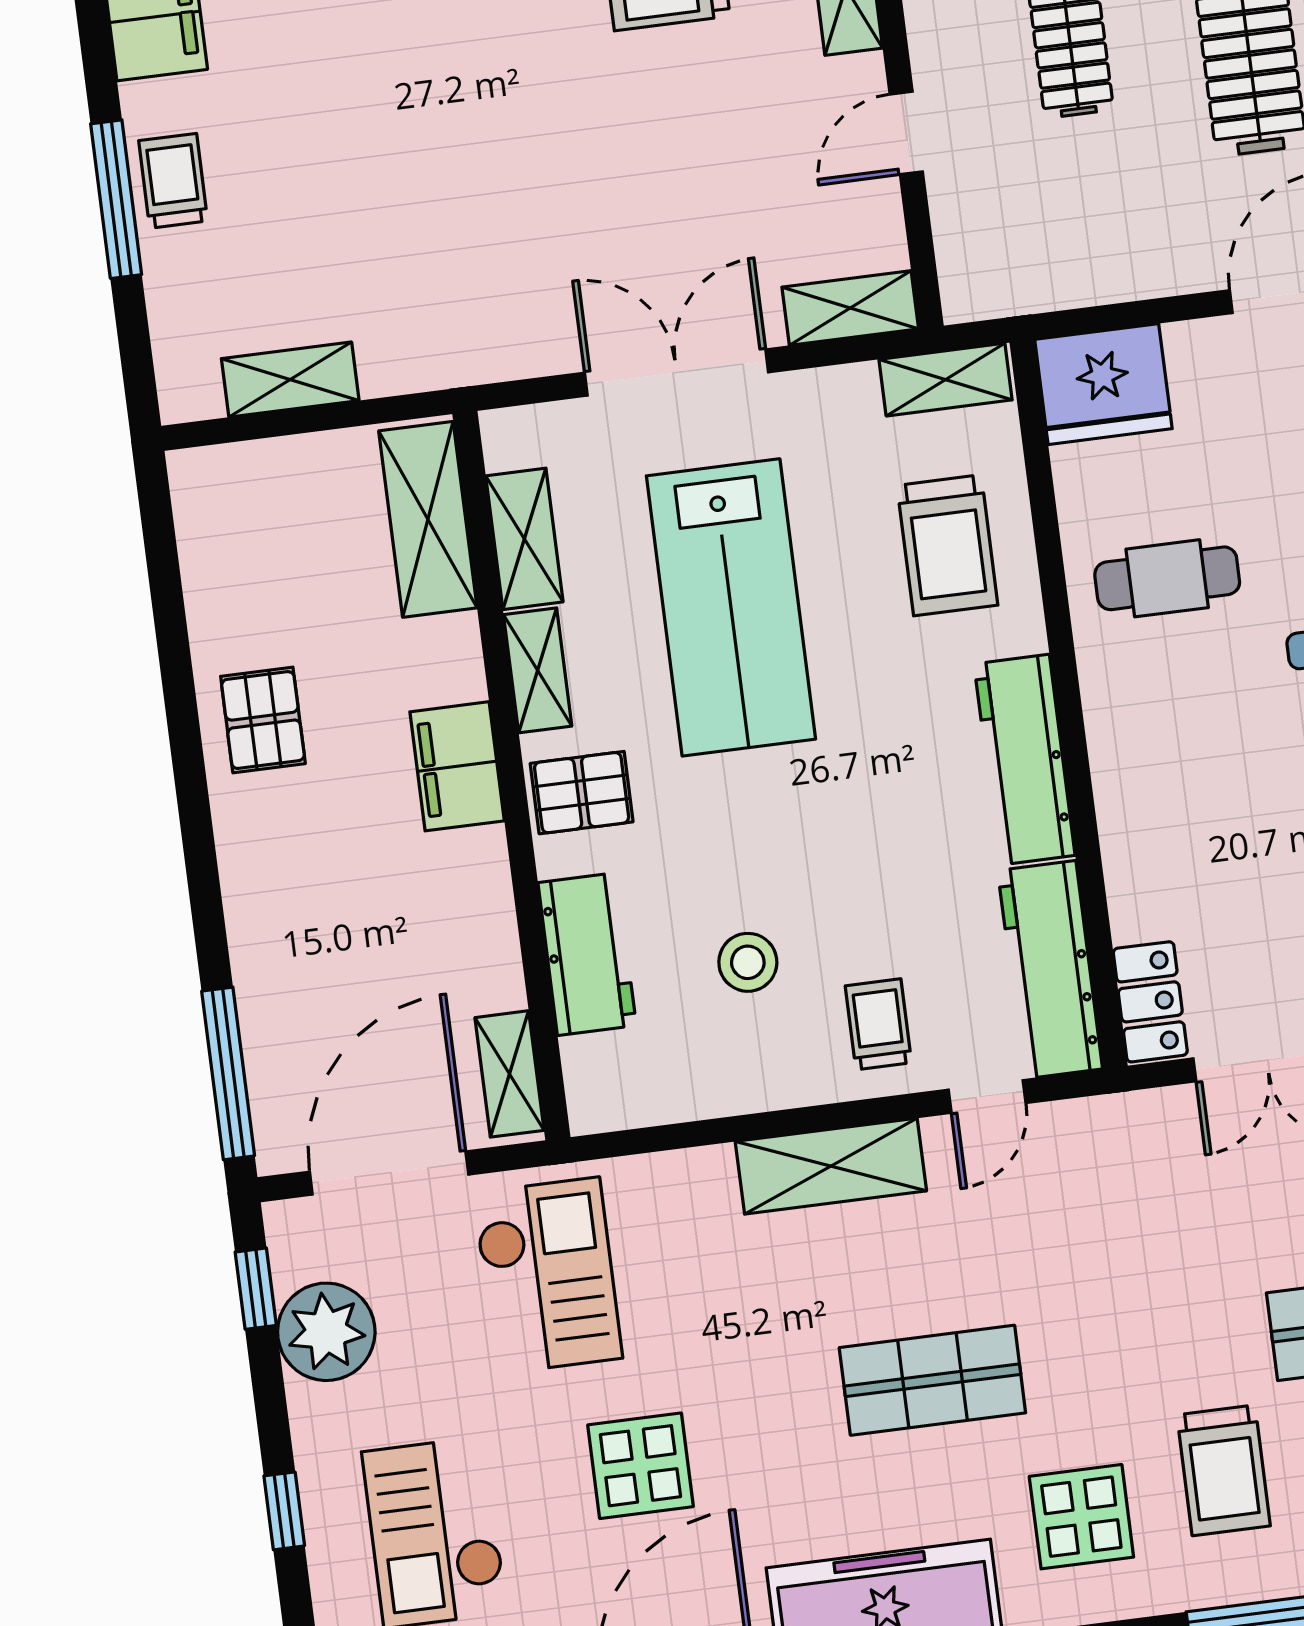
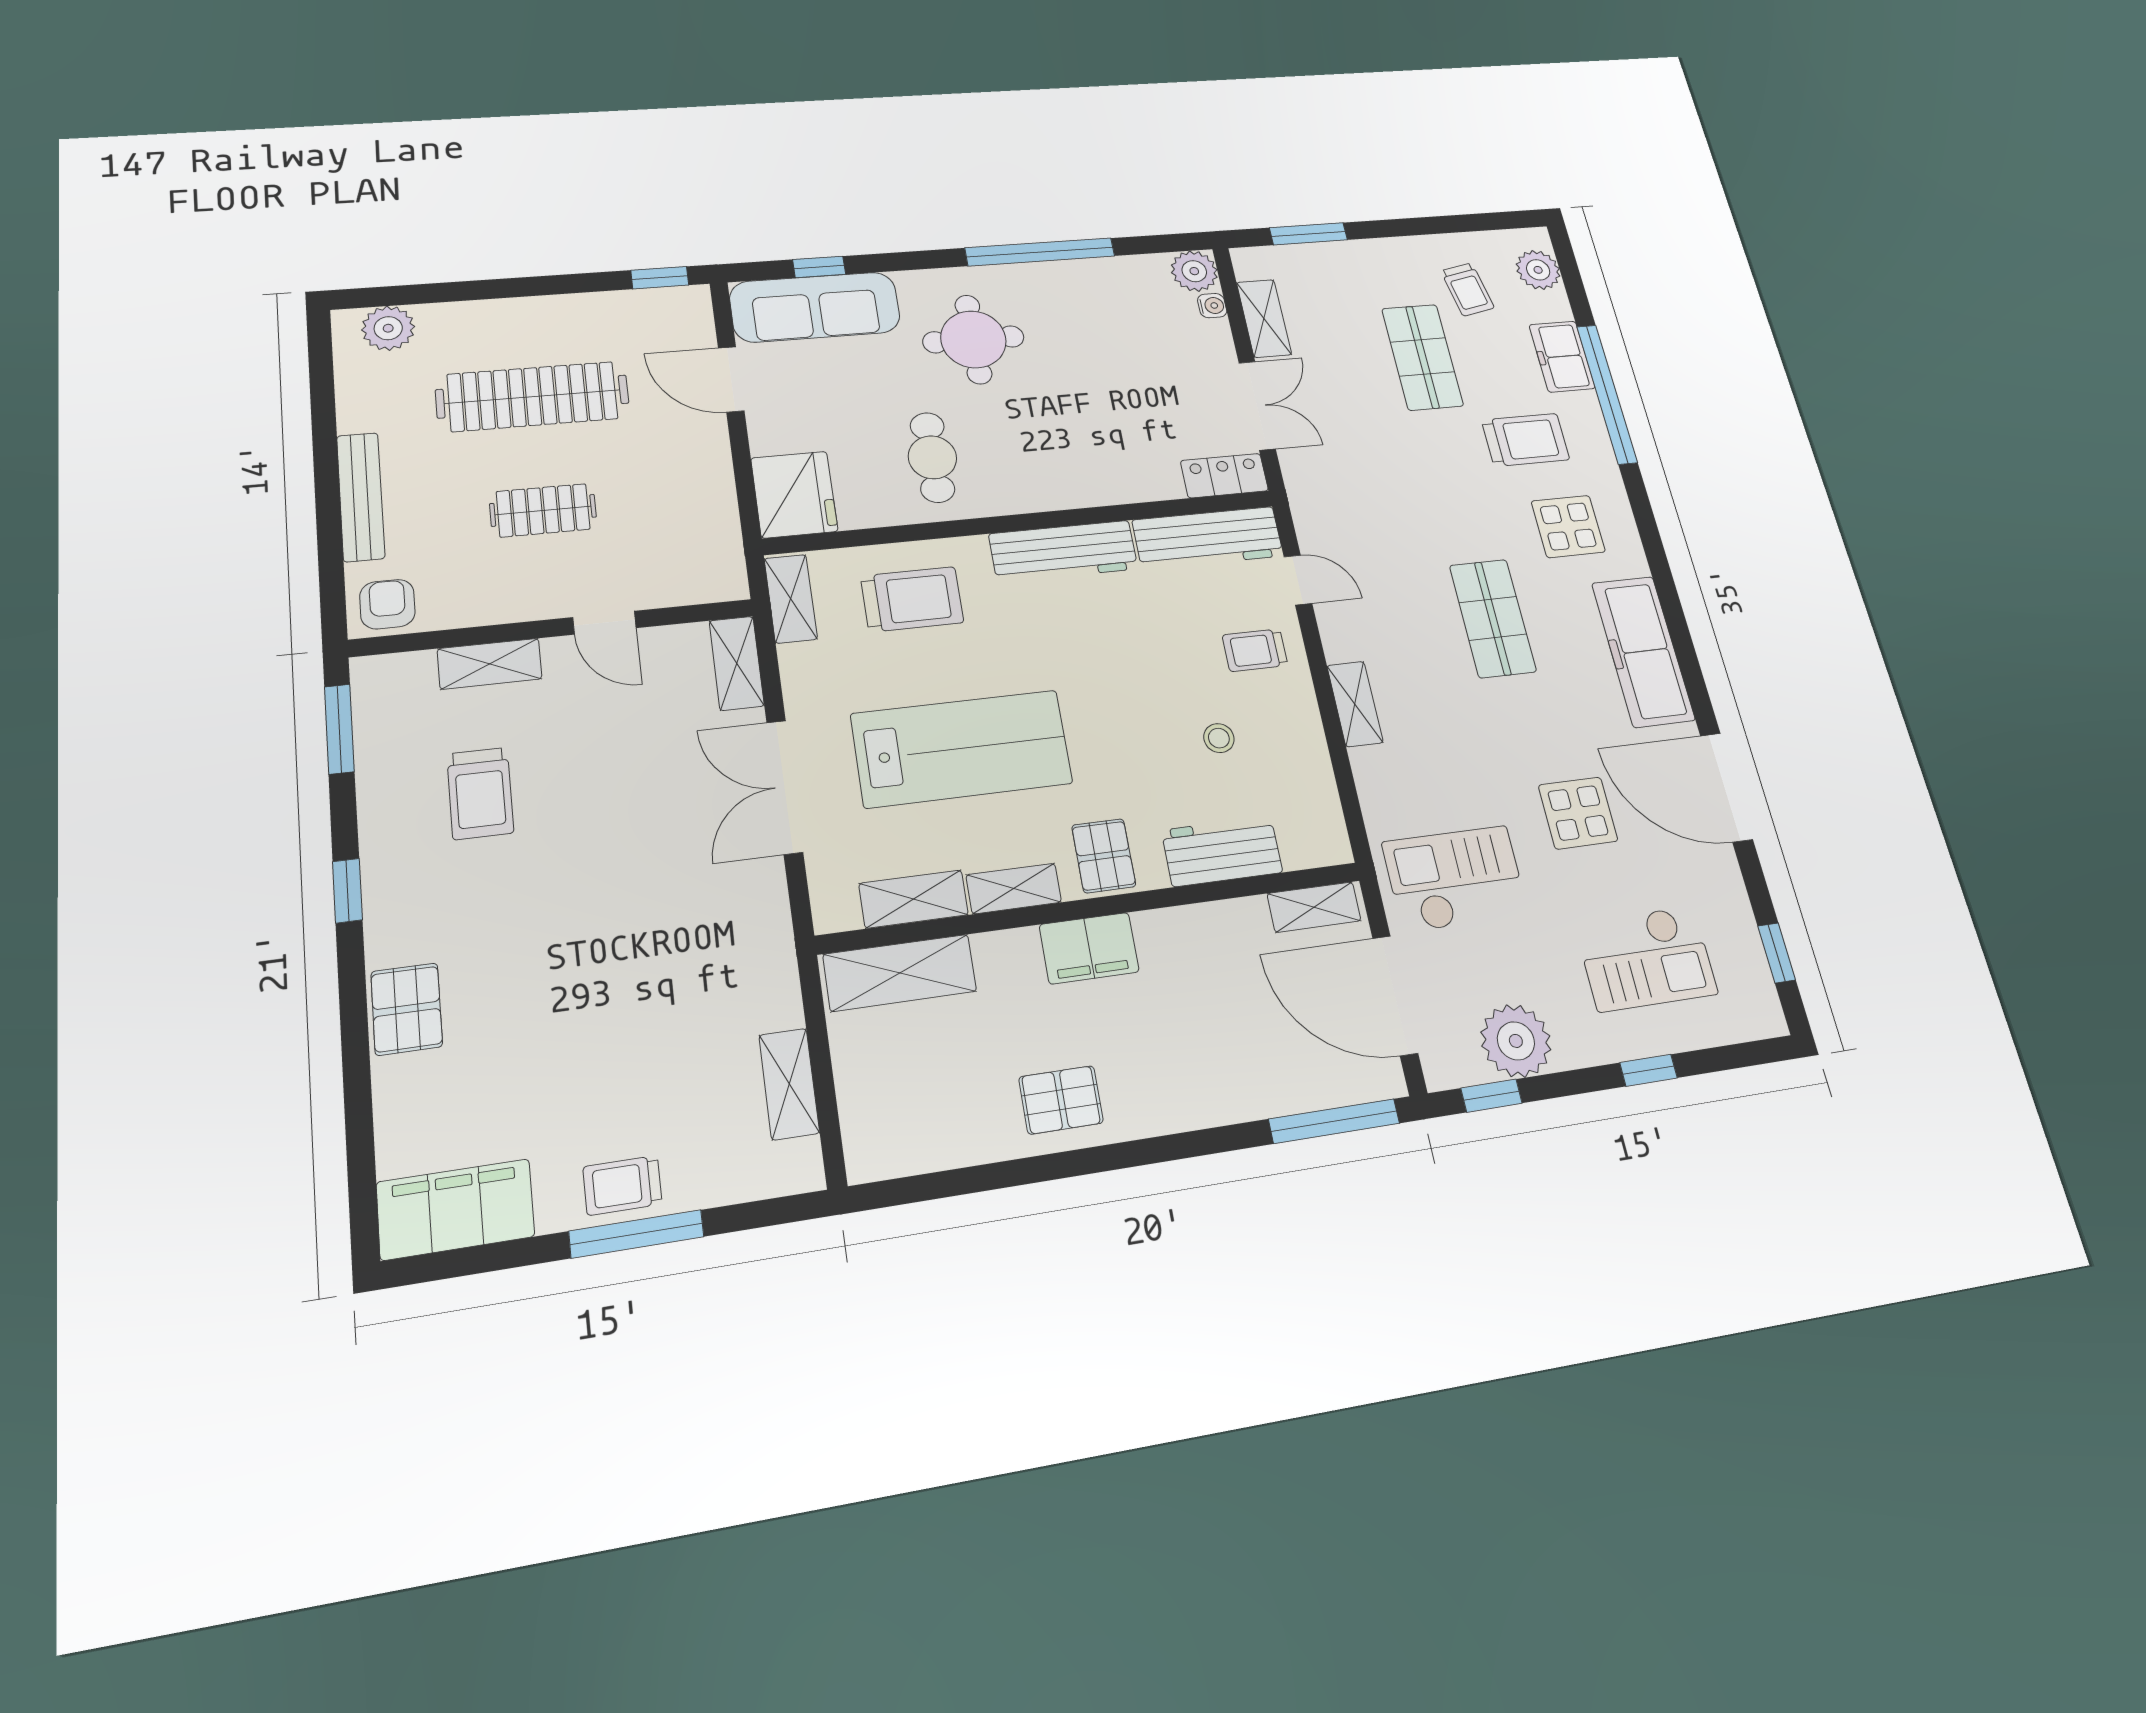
stool: (748, 962) -> (1219, 738), width x0.73, depth x0.73
shelving: (831, 1166) -> (1355, 704), width x0.67, depth x0.75

